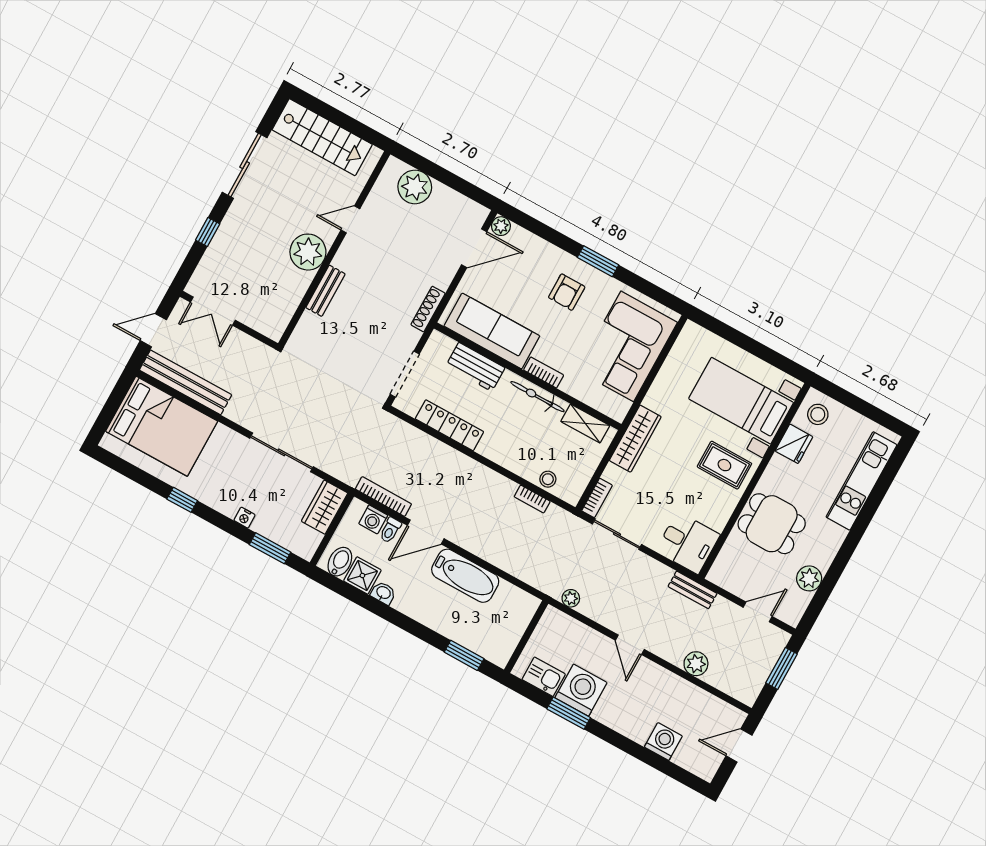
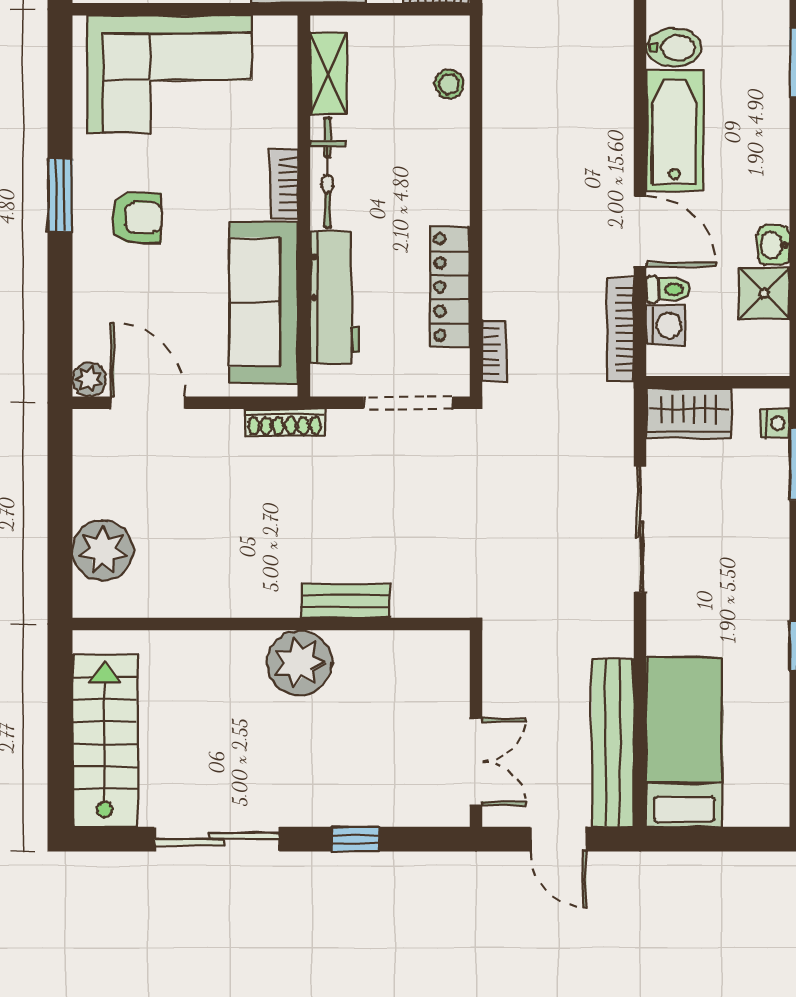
door: (350, 219) -> (210, 624), removed
workbench: (475, 367) -> (335, 297), width x1.38
bed: (162, 426) -> (684, 742), width x0.67
bookcase: (532, 499) -> (494, 351), moved
nightstand: (244, 518) -> (776, 423), moved
bidet: (340, 562) -> (674, 48), moved, turned 180

